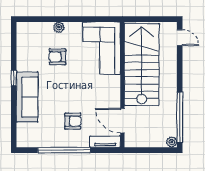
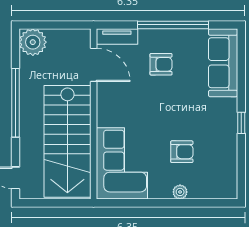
sofa: (27, 97) -> (223, 63), moved
window: (180, 118) -> (16, 103), moved
armchair: (73, 121) -> (161, 64), turned 180
plant: (172, 142) -> (33, 42), width x1.88, depth x1.88

